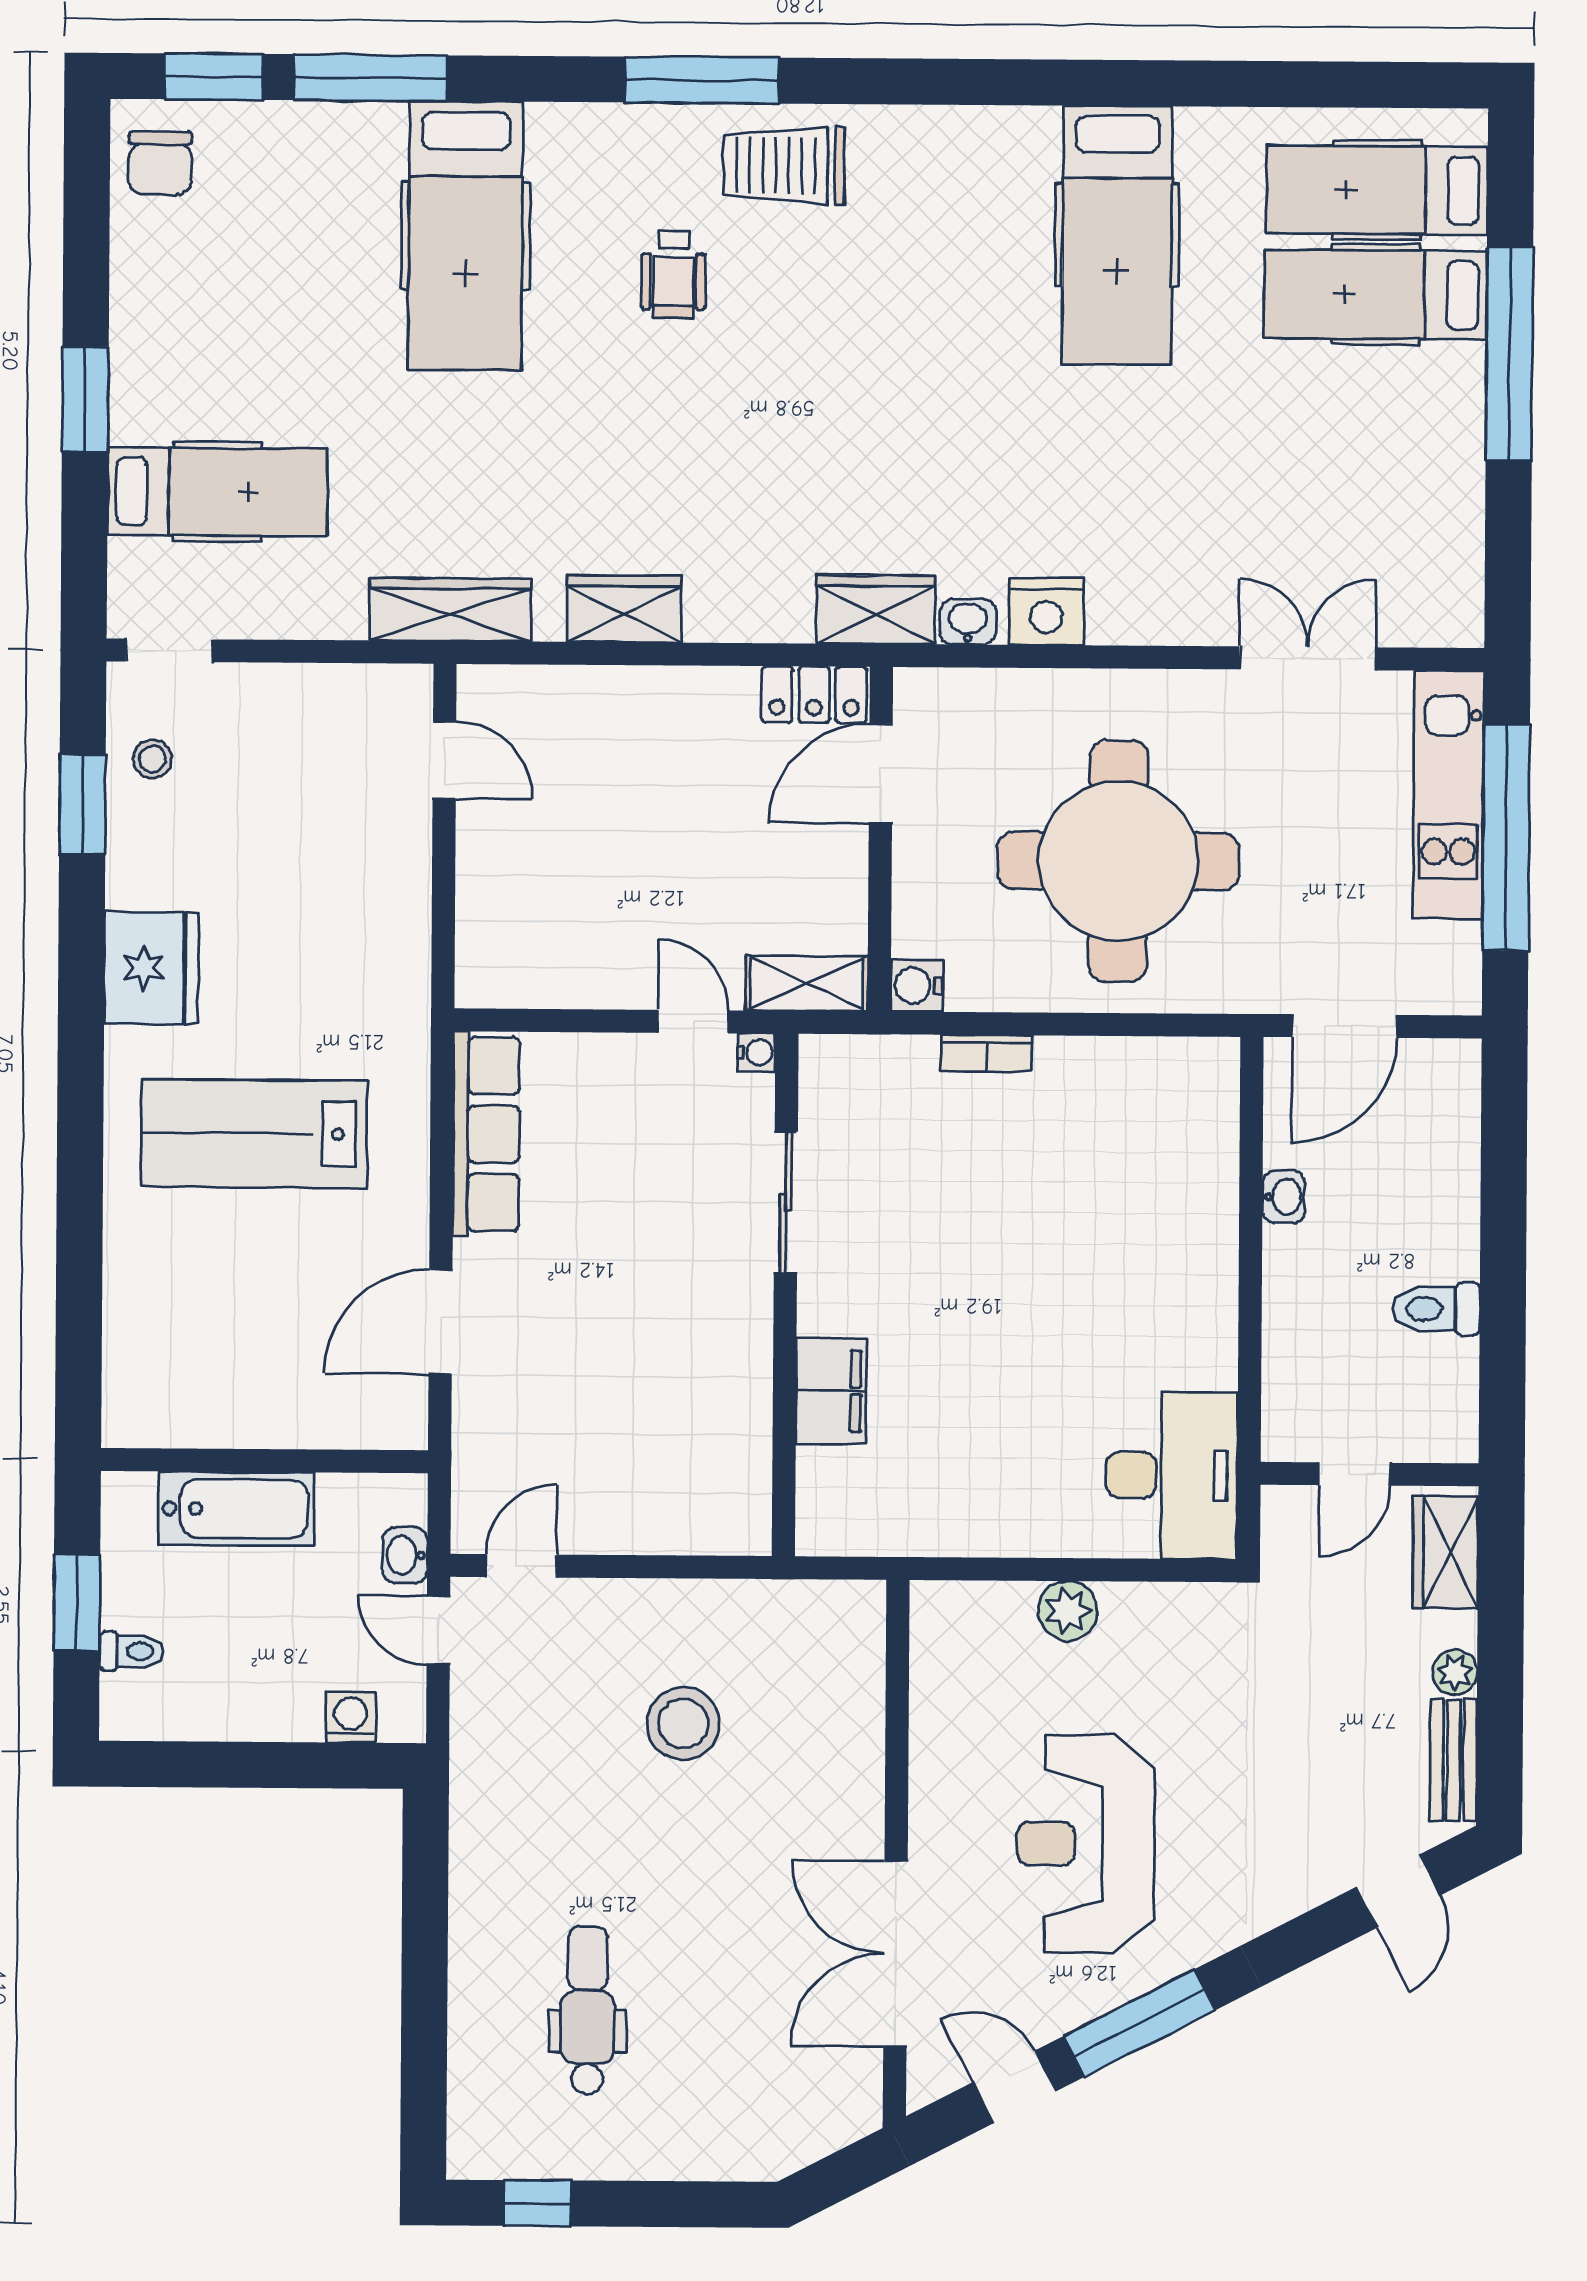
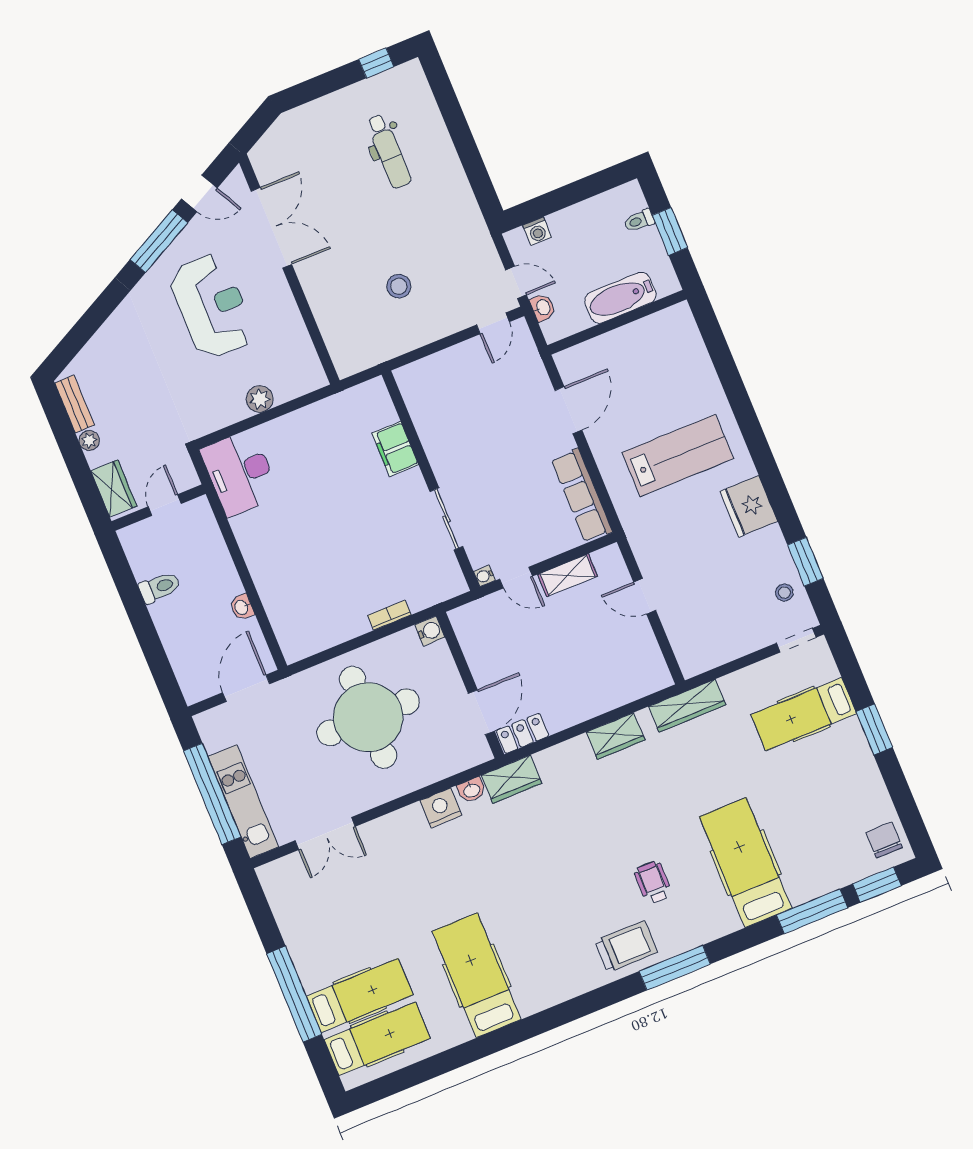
door: (444, 760) -> (645, 596), moved
shelving: (807, 983) -> (568, 575), moved
stool: (683, 1723) -> (399, 286), width x0.73, depth x0.73
door: (1398, 1891) -> (75, 340), removed

